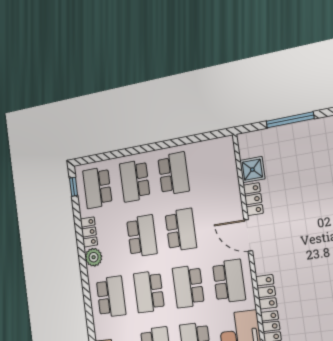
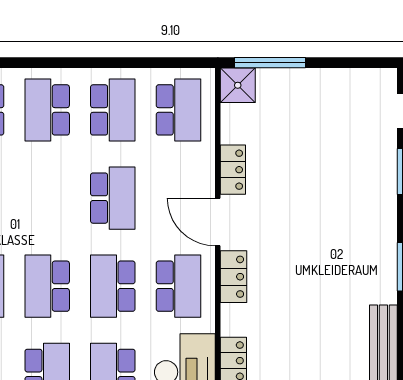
window: (290, 120) -> (270, 63), moved
shower: (252, 170) -> (238, 85), moved
school desk: (142, 236) -> (178, 110), moved
locker: (266, 292) -> (234, 277), moved

